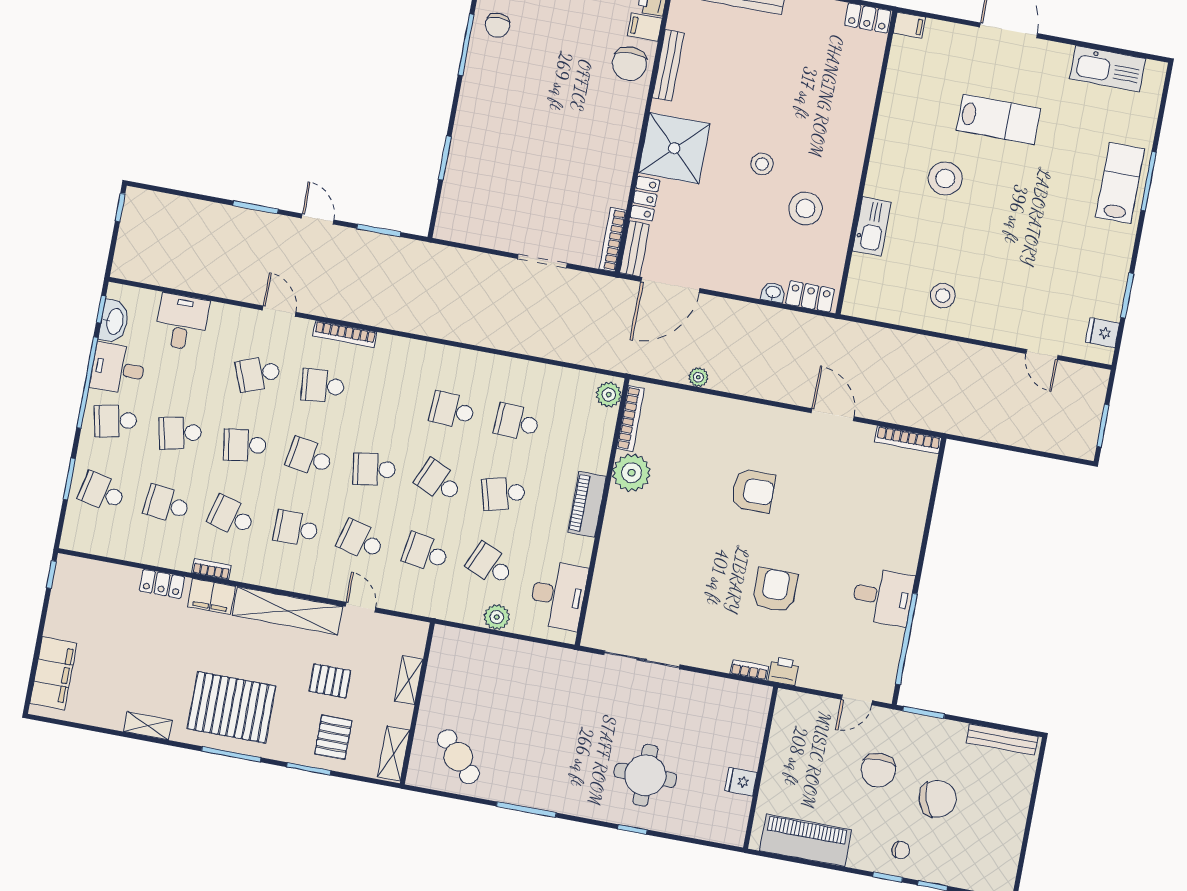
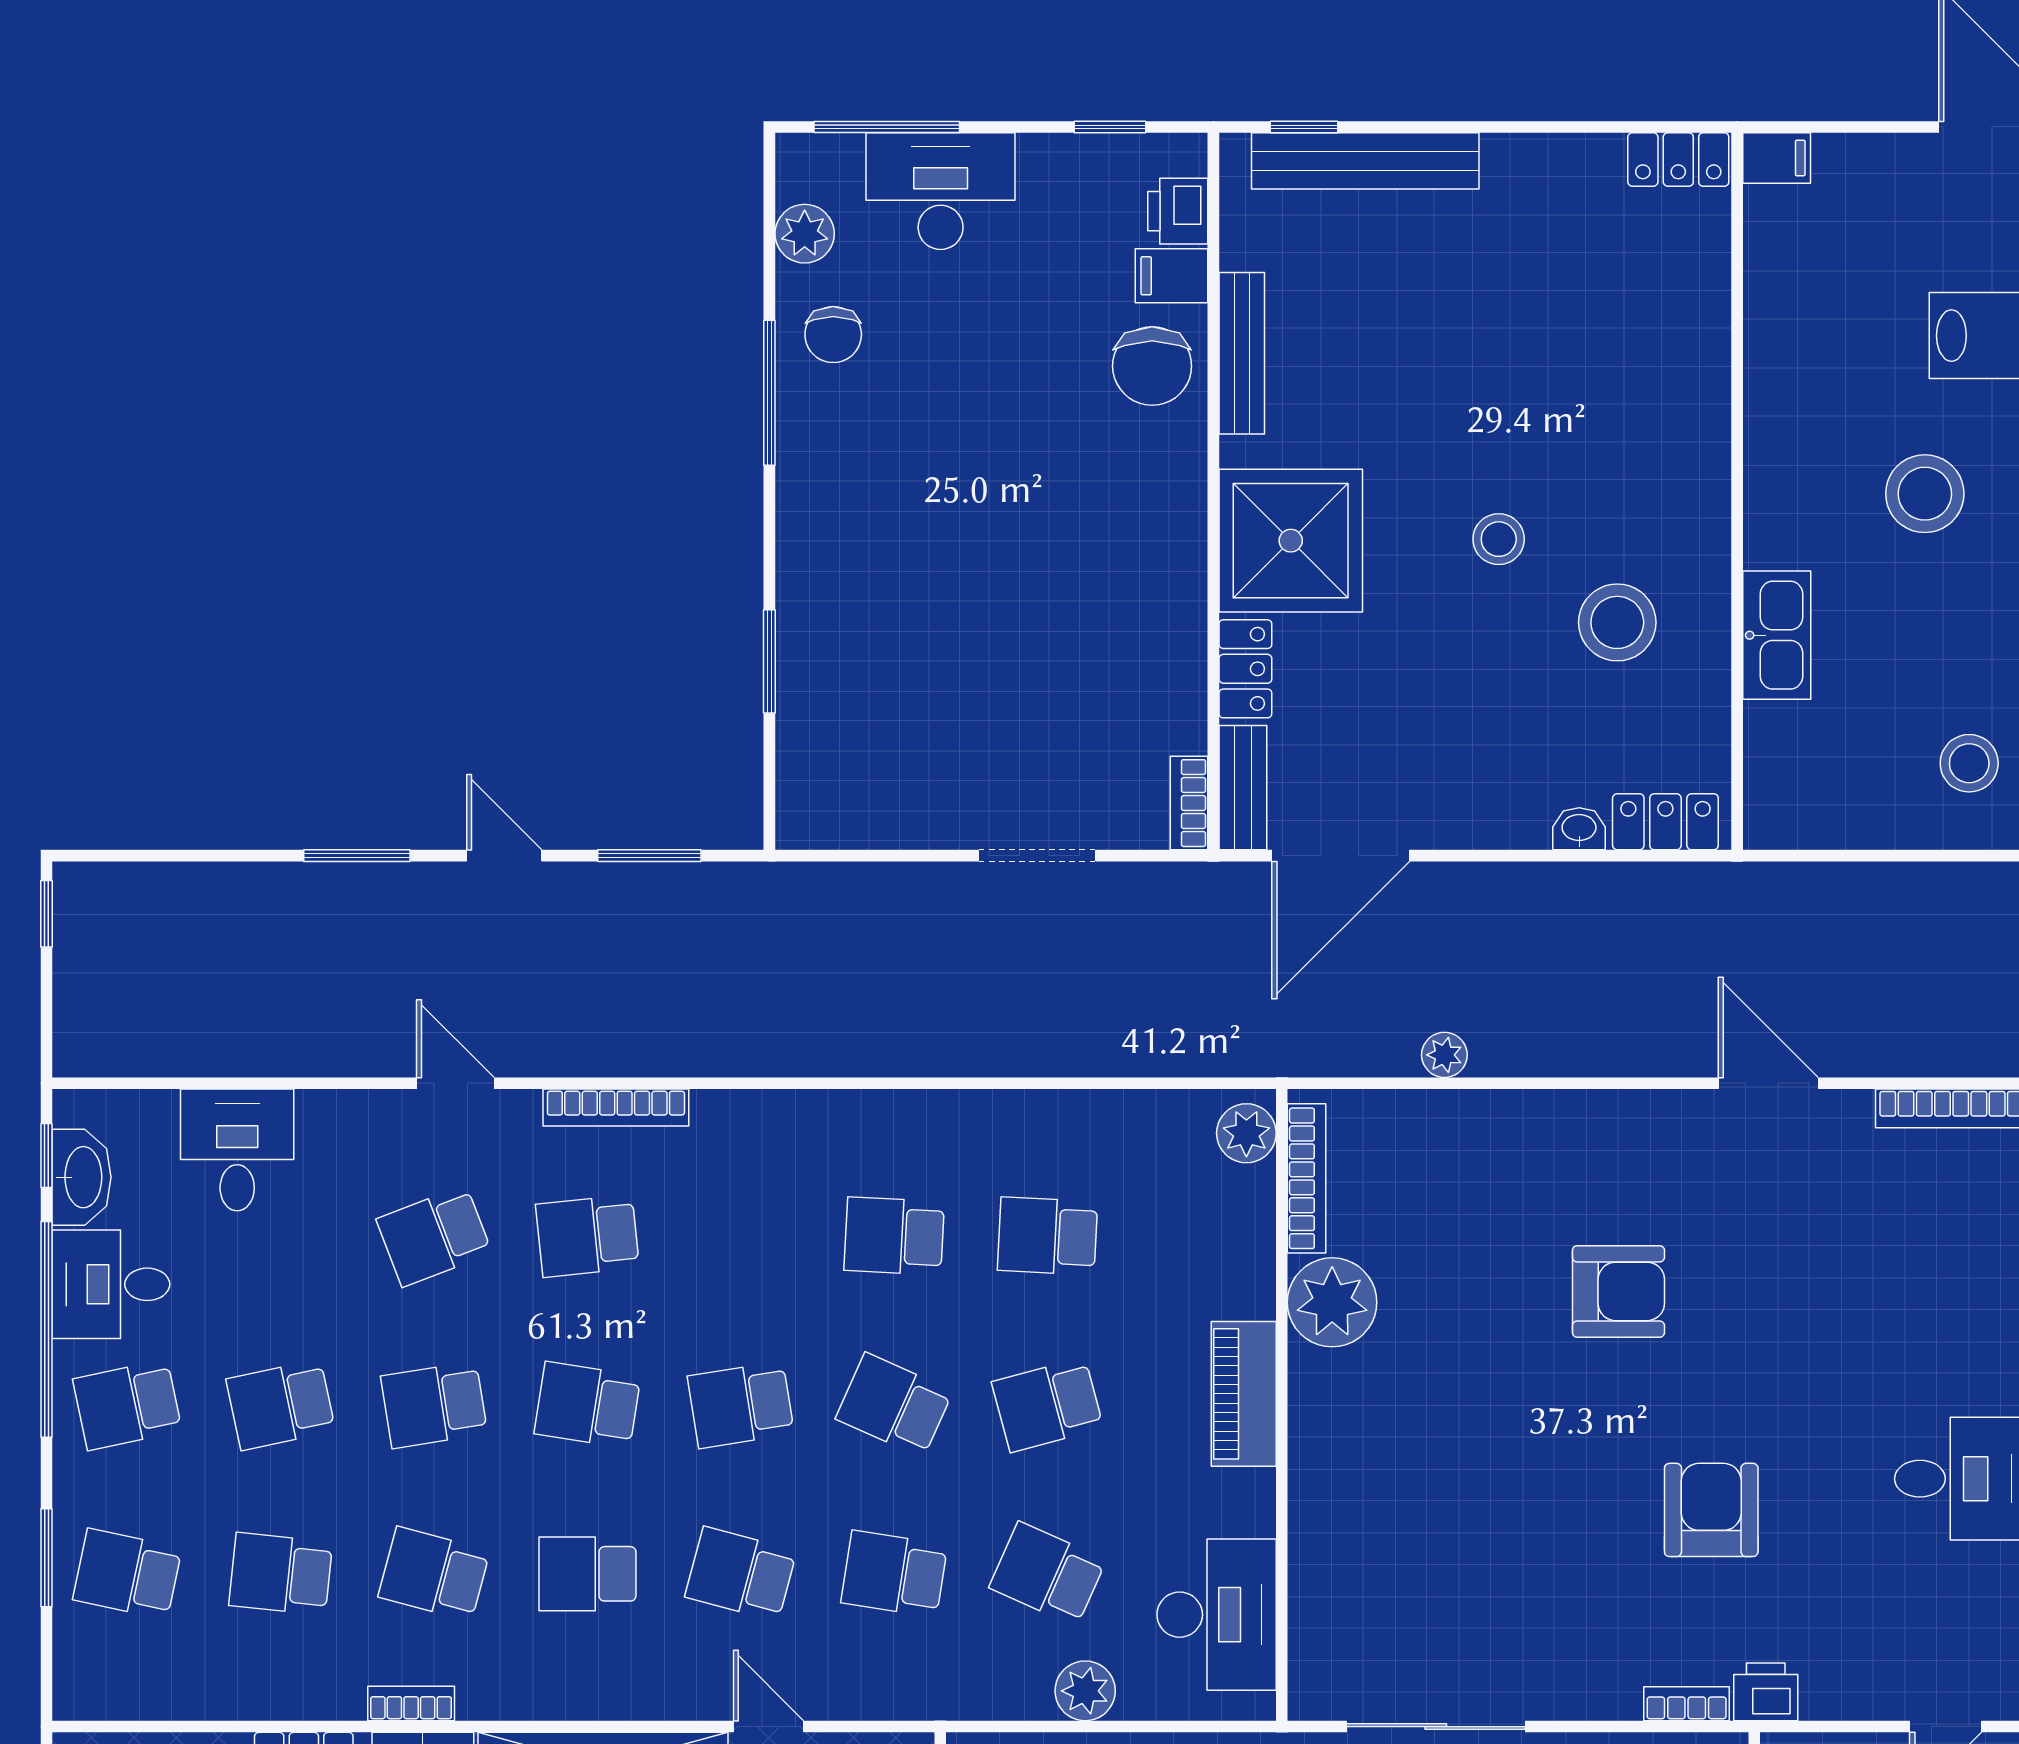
bookcase: (613, 240) -> (1189, 803), width x0.64

